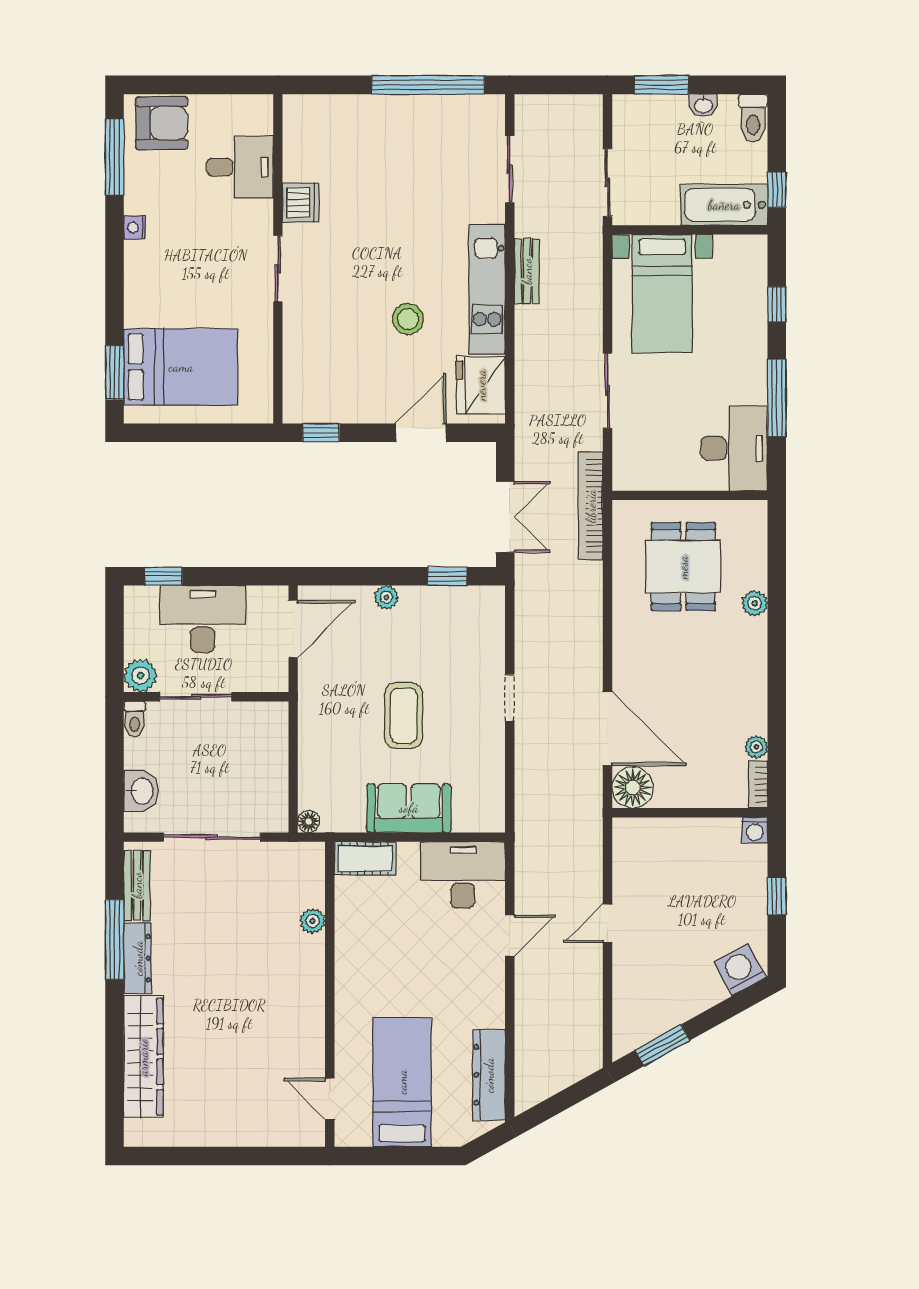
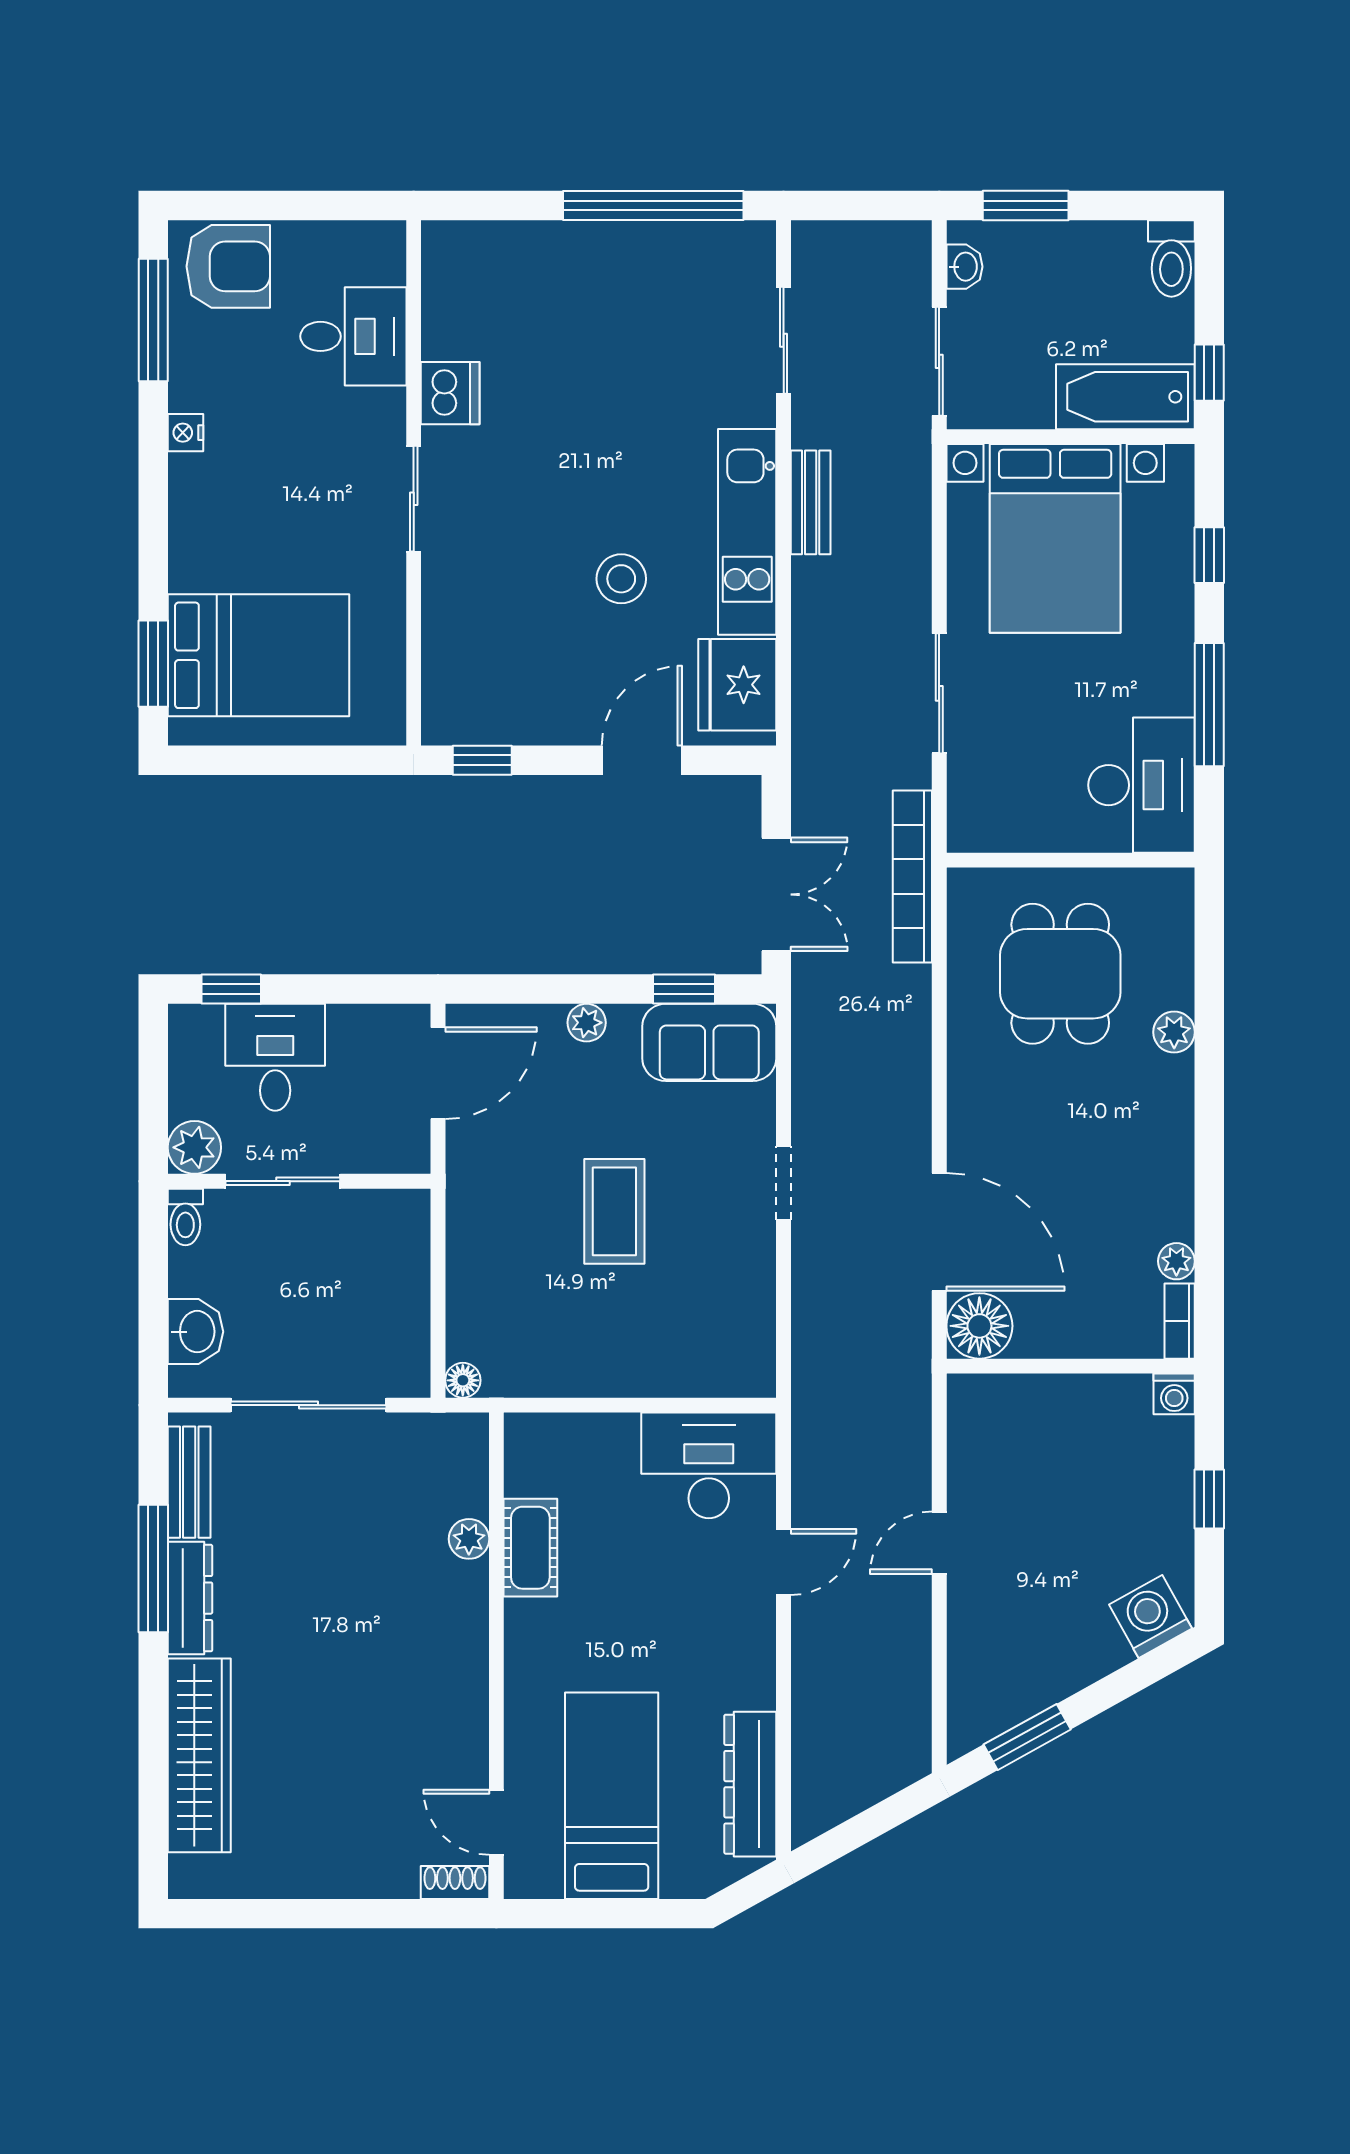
washbasin: (703, 105) -> (964, 267), moved, turned -90
bed with nightstands: (662, 294) -> (1055, 538), width x1.36
desk: (203, 619) -> (275, 1057), width x0.73
sofa: (409, 808) -> (709, 1042), moved, turned 180
cot: (365, 858) -> (530, 1548), moved, turned 90
shoe rack: (304, 1137) -> (455, 1882), added

